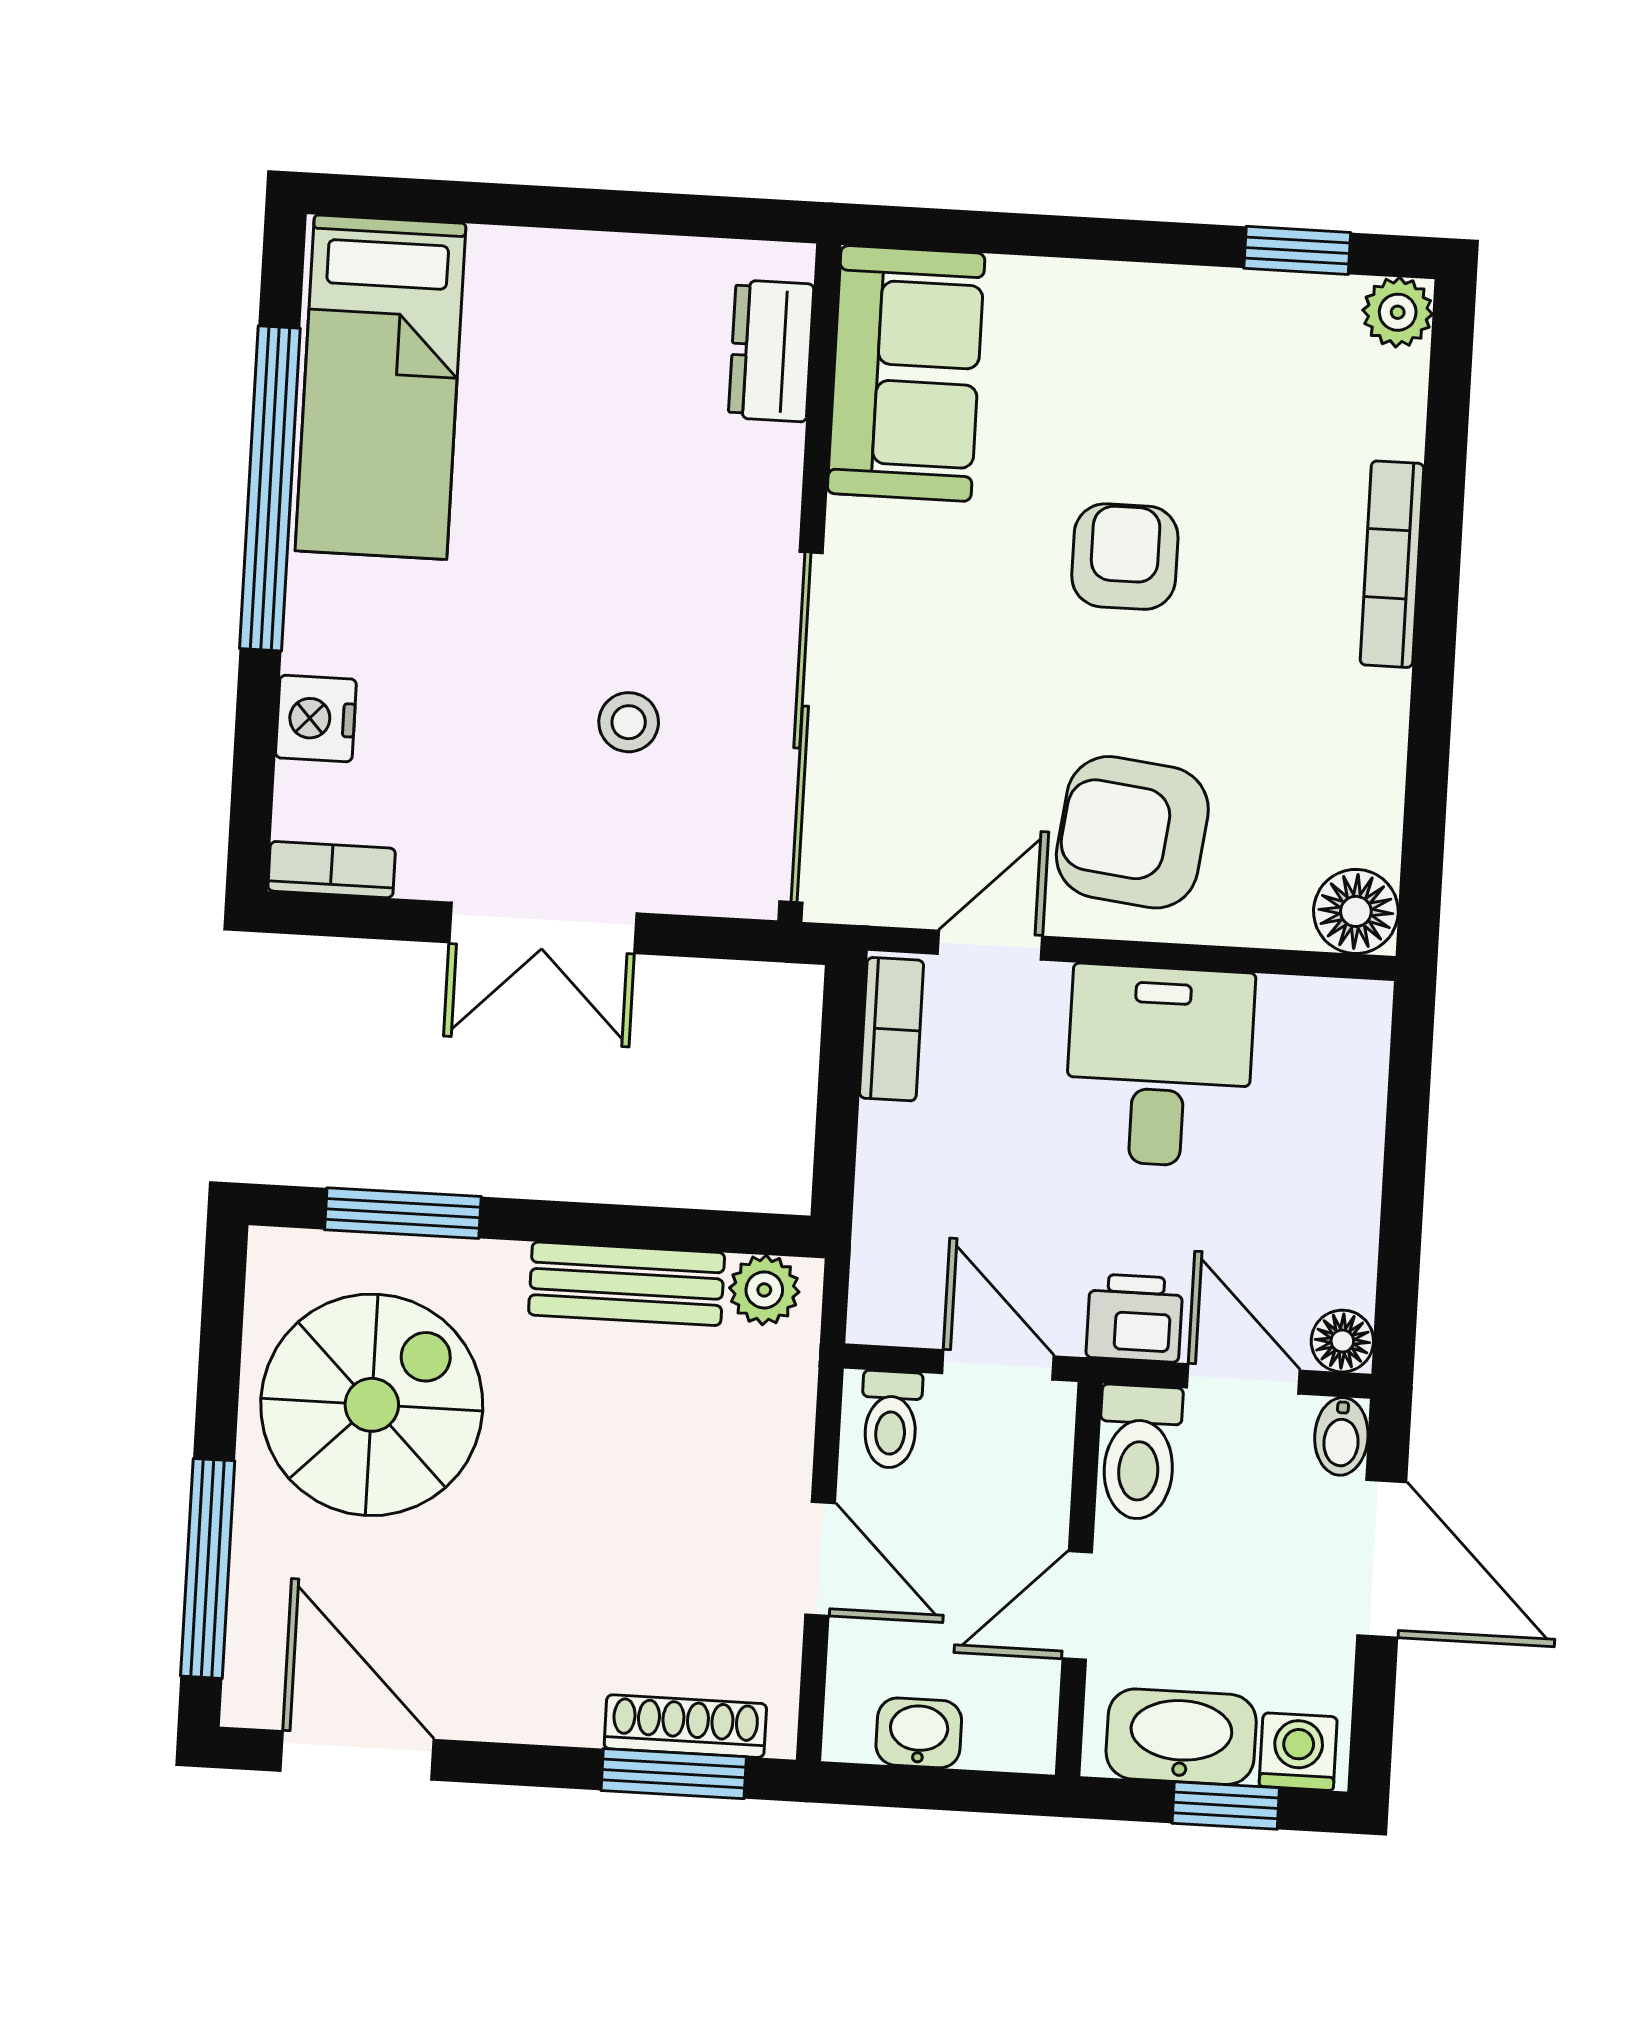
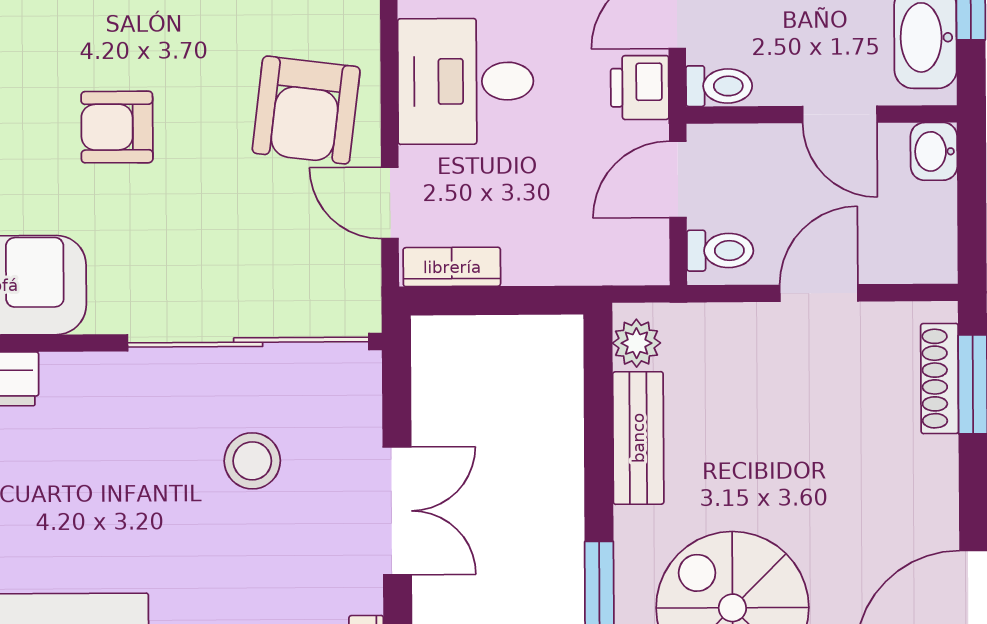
stool: (629, 722) -> (252, 461), width x1.37, depth x1.37
toilet: (1139, 1452) -> (719, 86), width x0.73, depth x0.72
washbasin: (919, 1733) -> (934, 151), moved

